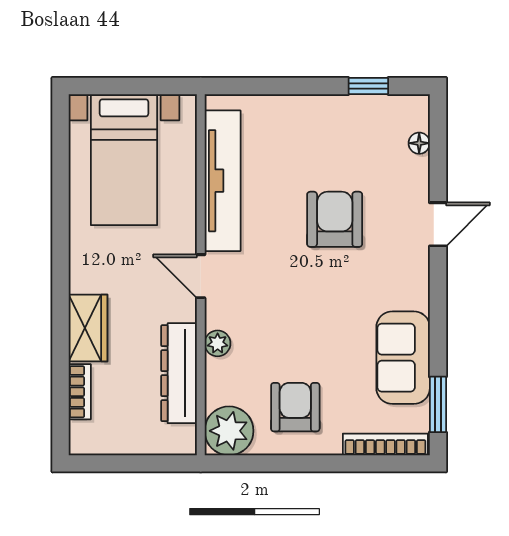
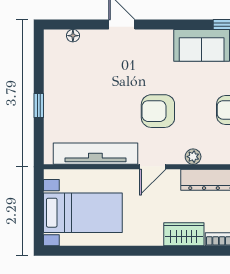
window: (368, 86) -> (39, 105), moved
armchair: (335, 219) -> (158, 111), moved

